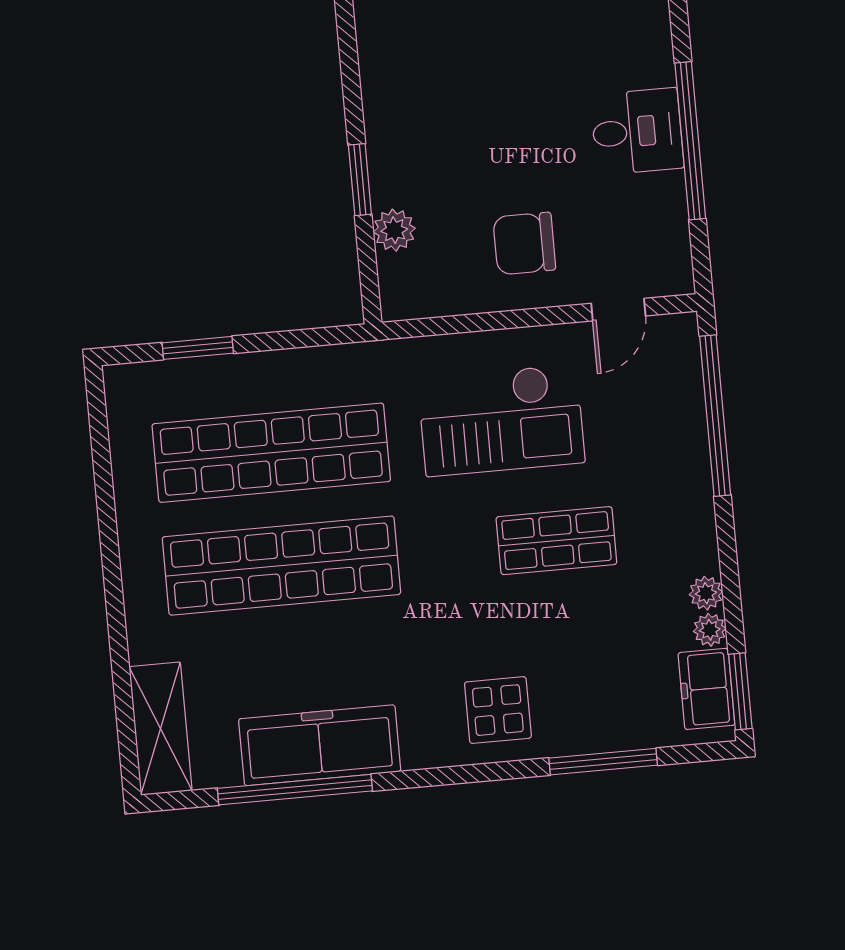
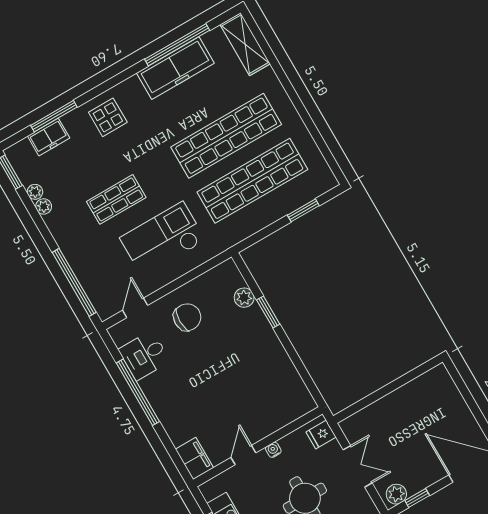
desk: (637, 131) -> (144, 355), moved
freezer: (706, 689) -> (49, 137), moved, turned 90

